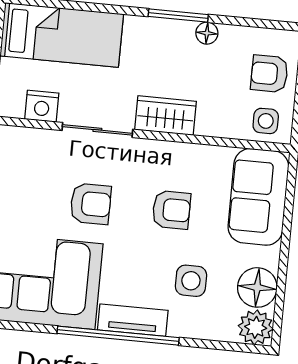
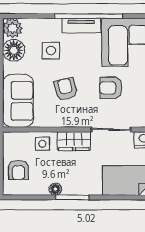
armchair: (269, 74) -> (18, 170), turned 90
side table: (266, 121) -> (42, 144), moved
armchair: (171, 210) -> (66, 89), turned 76

